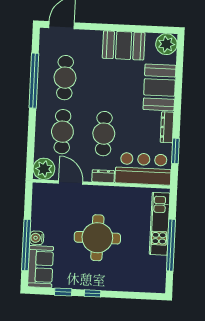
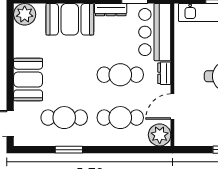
booth: (124, 45) -> (28, 80), moved
window: (34, 81) -> (69, 150), width x0.47

